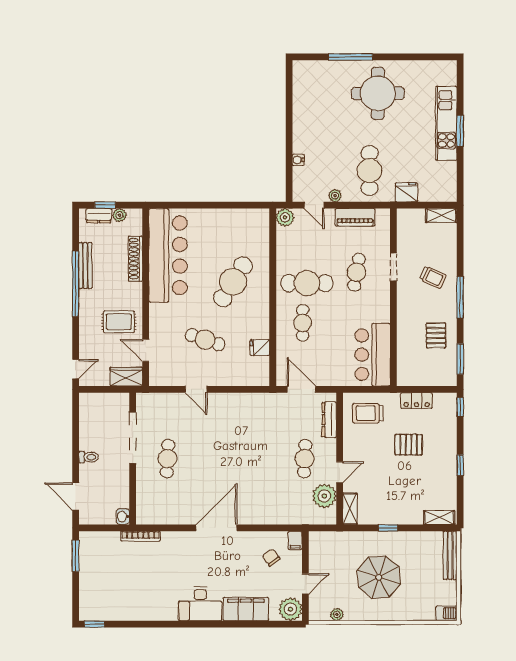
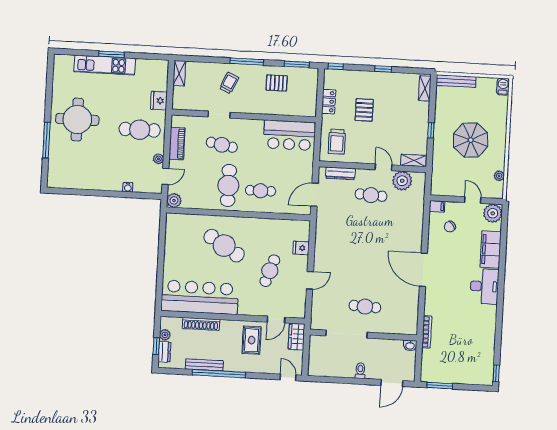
fridge: (260, 348) -> (301, 248), moved, turned 90

